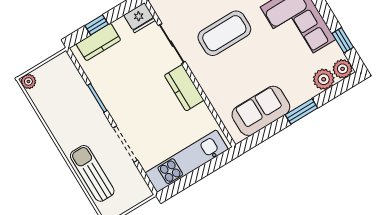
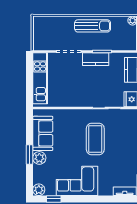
plant: (324, 79) -> (39, 158), moved
kitchen counter: (184, 88) -> (96, 59), moved, turned 180
sun lounger: (92, 173) -> (93, 26), moved

